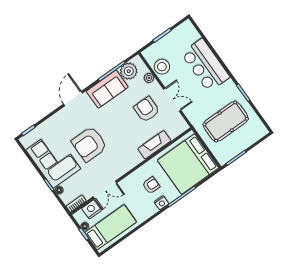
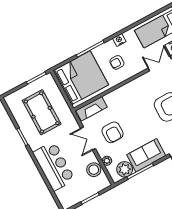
pool table: (226, 122) -> (42, 112), turned 90
fireplace: (154, 145) -> (91, 109), moved
nightstand: (161, 203) -> (119, 40), moved

